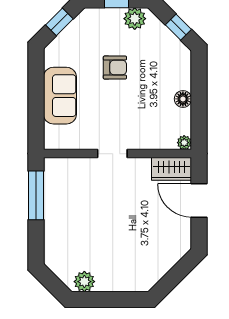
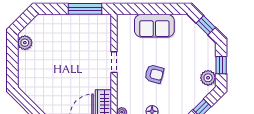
armchair: (115, 68) -> (154, 74), moved, turned -75

